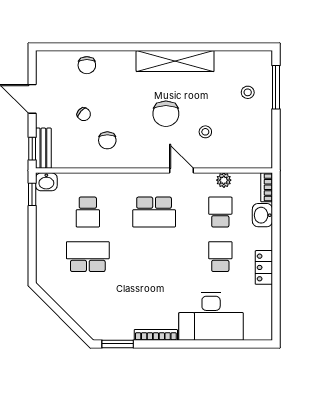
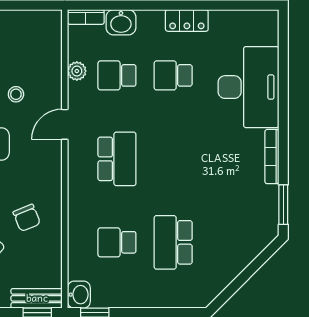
chair: (107, 140) -> (27, 218), turned 68
school desk: (88, 212) -> (117, 242), turned 180

